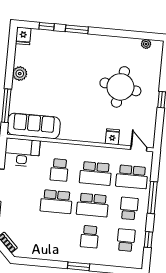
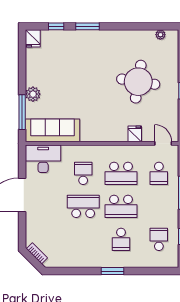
plant: (20, 74) -> (33, 94), moved
school desk: (59, 170) -> (83, 173), turned 180
school desk: (132, 177) -> (159, 173), width x0.54
school desk: (56, 202) -> (83, 206), turned 180
school desk: (129, 208) -> (159, 206), removed

